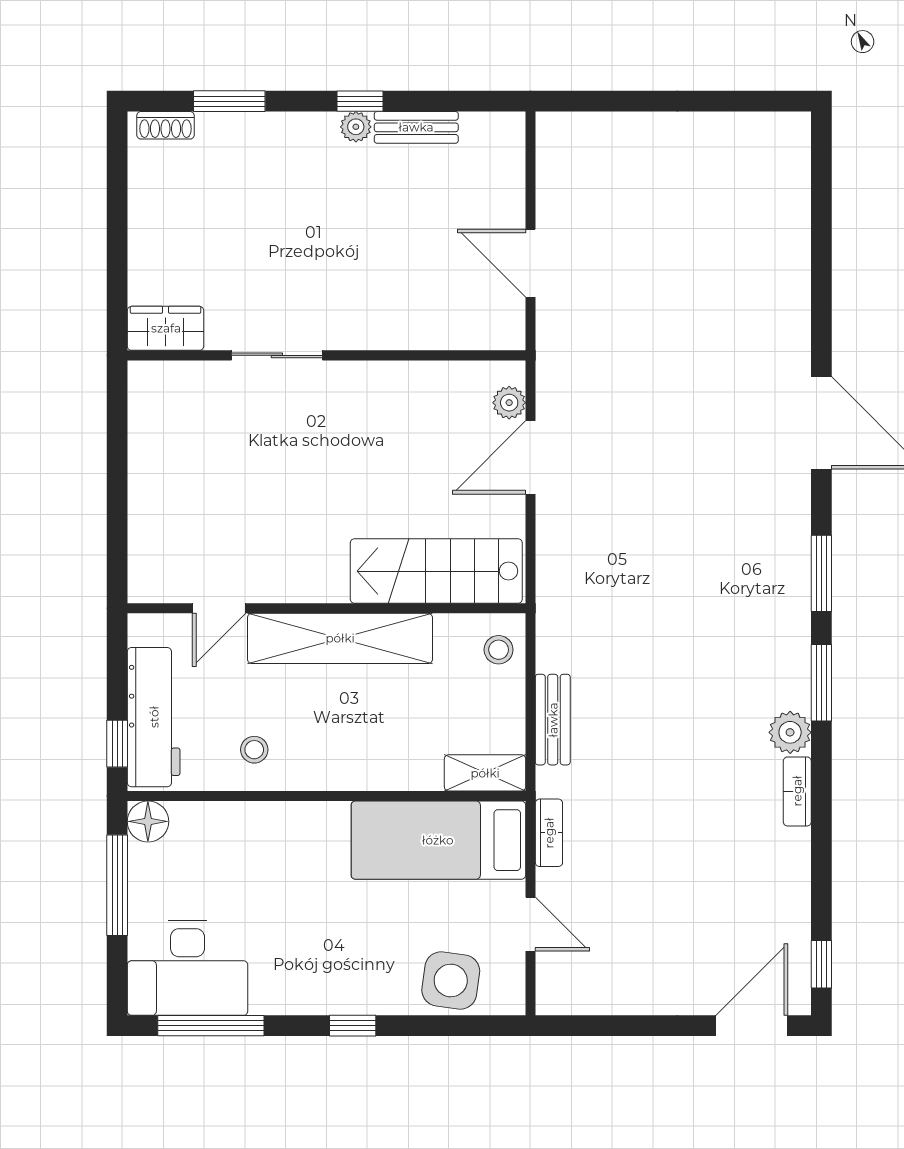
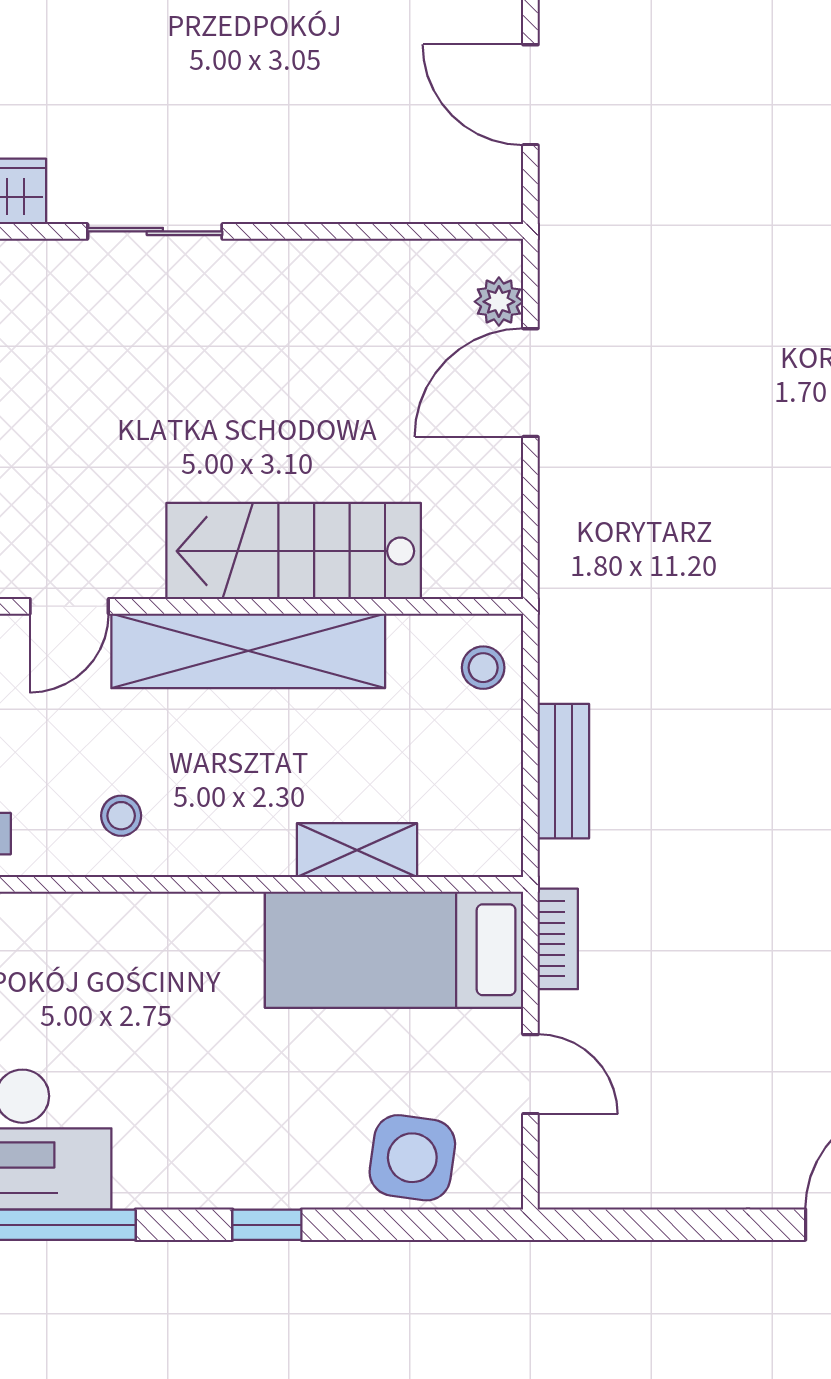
stairs: (436, 571) -> (294, 551), moved
shelving: (485, 773) -> (357, 850), moved

